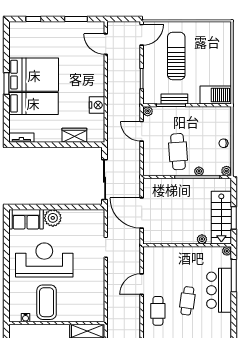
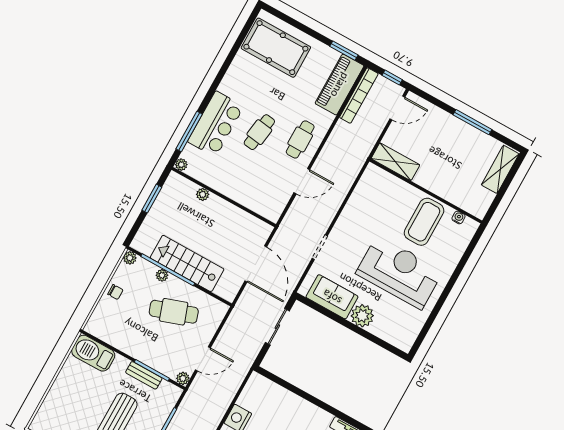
door: (142, 131) -> (203, 359), hinge flipped
wardrobe: (74, 135) -> (284, 398), removed
cafe table: (178, 152) -> (174, 312), turned 75
sliding door: (105, 180) -> (277, 327), width x0.73
stairs: (221, 218) -> (187, 263), moved, turned -90
sofa: (26, 219) -> (332, 297), moved
reception desk: (44, 260) -> (399, 272), turned 180

